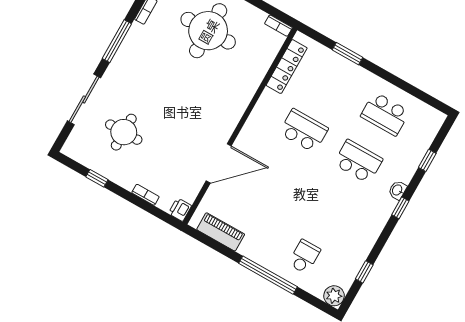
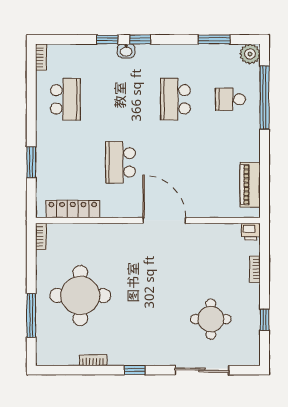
window: (117, 41) -> (135, 370), width x0.46
bookcase: (434, 113) -> (41, 57), added
window: (427, 160) -> (107, 39), moved
school desk: (358, 161) -> (175, 99), moved
door: (219, 163) -> (164, 220), moved
window: (364, 272) -> (214, 39), width x1.50
window: (268, 275) -> (265, 98), moved

